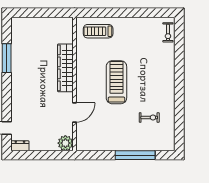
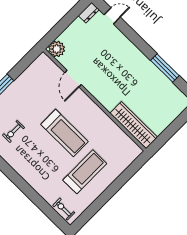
treadmill: (98, 31) -> (85, 172), moved, width x1.37, depth x1.38
wardrobe: (65, 68) -> (134, 125), moved

